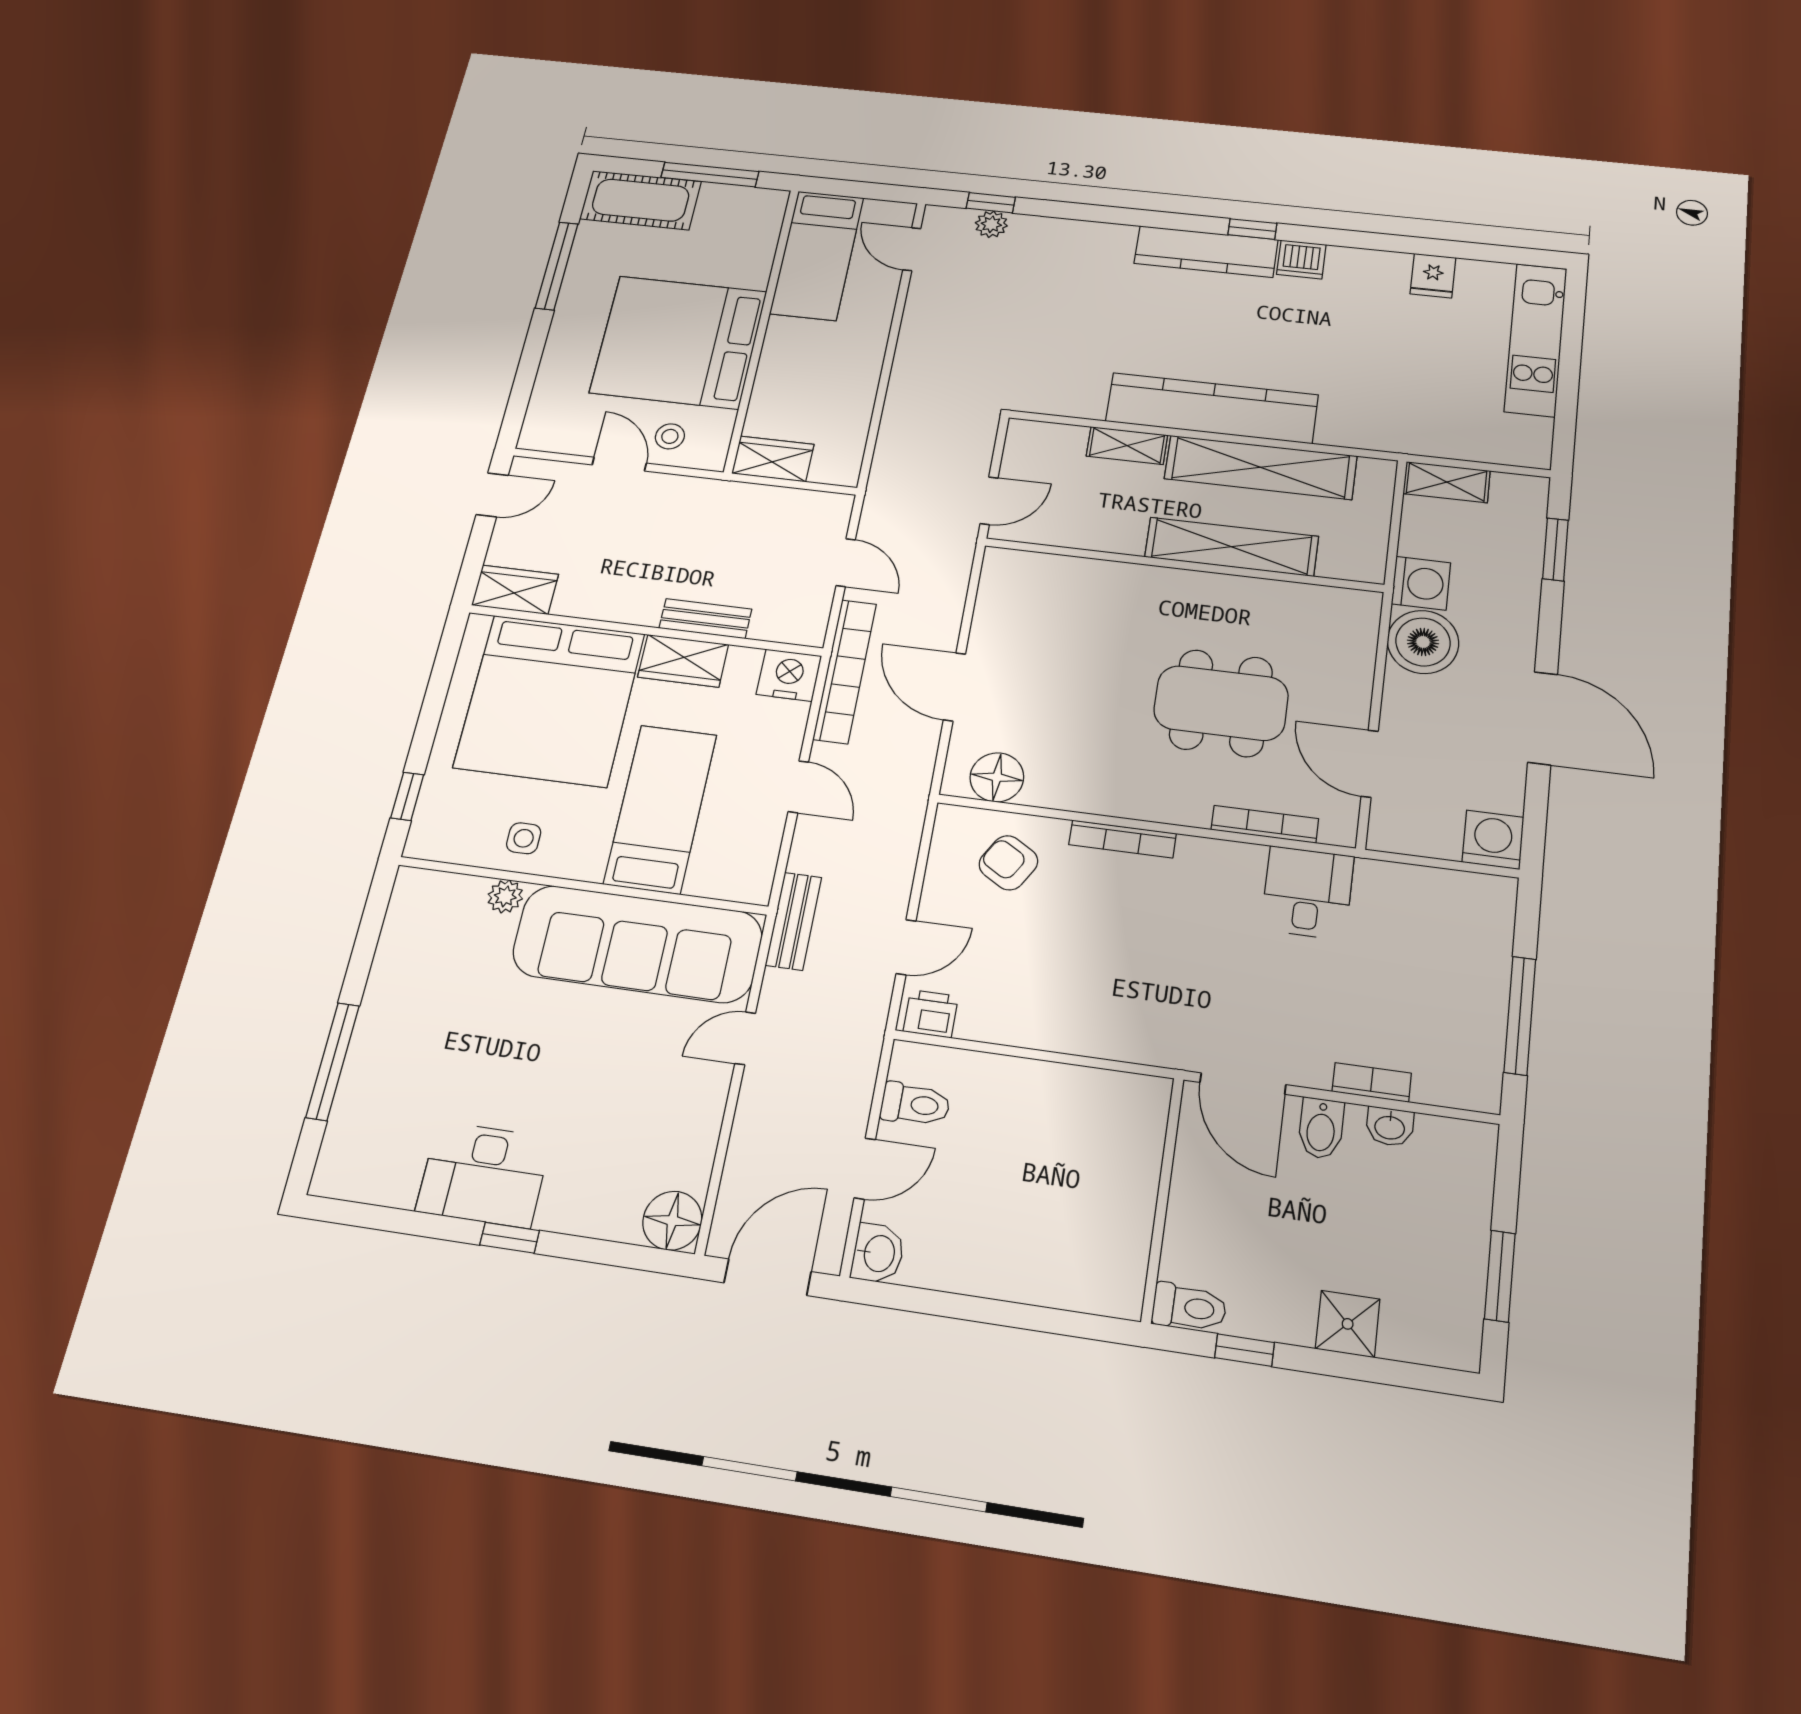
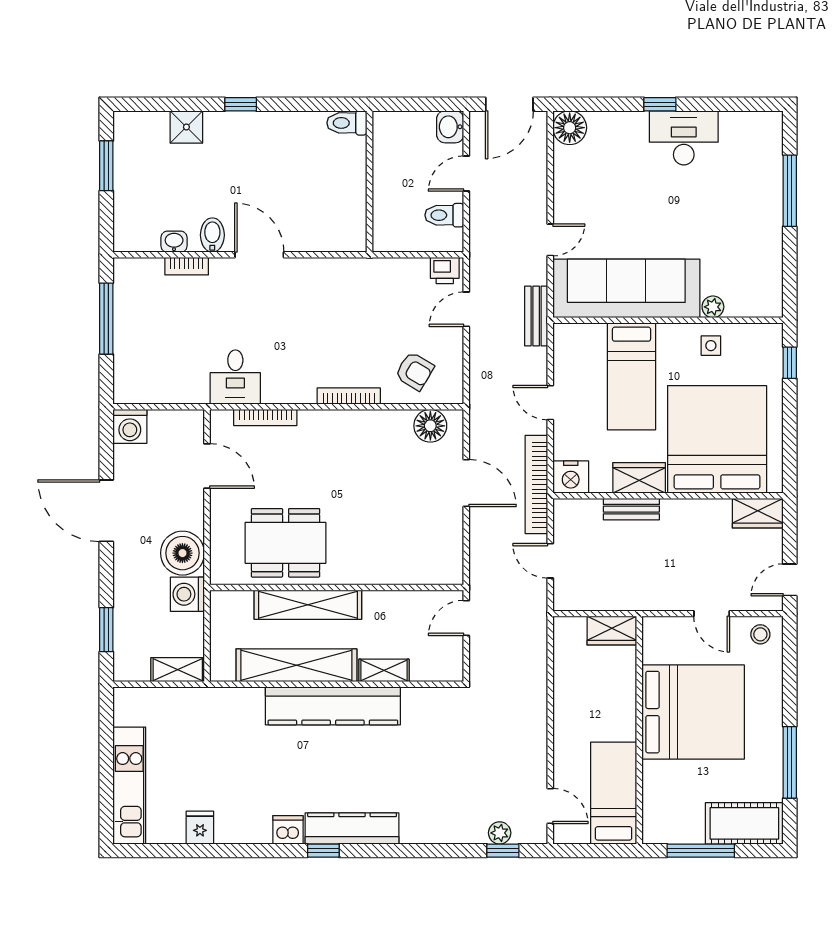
stool: (670, 436) -> (760, 634), moved
dining table: (1221, 703) -> (286, 543), moved
wall: (1163, 1198) -> (369, 182), moved
toilet: (1189, 1307) -> (347, 123), moved

